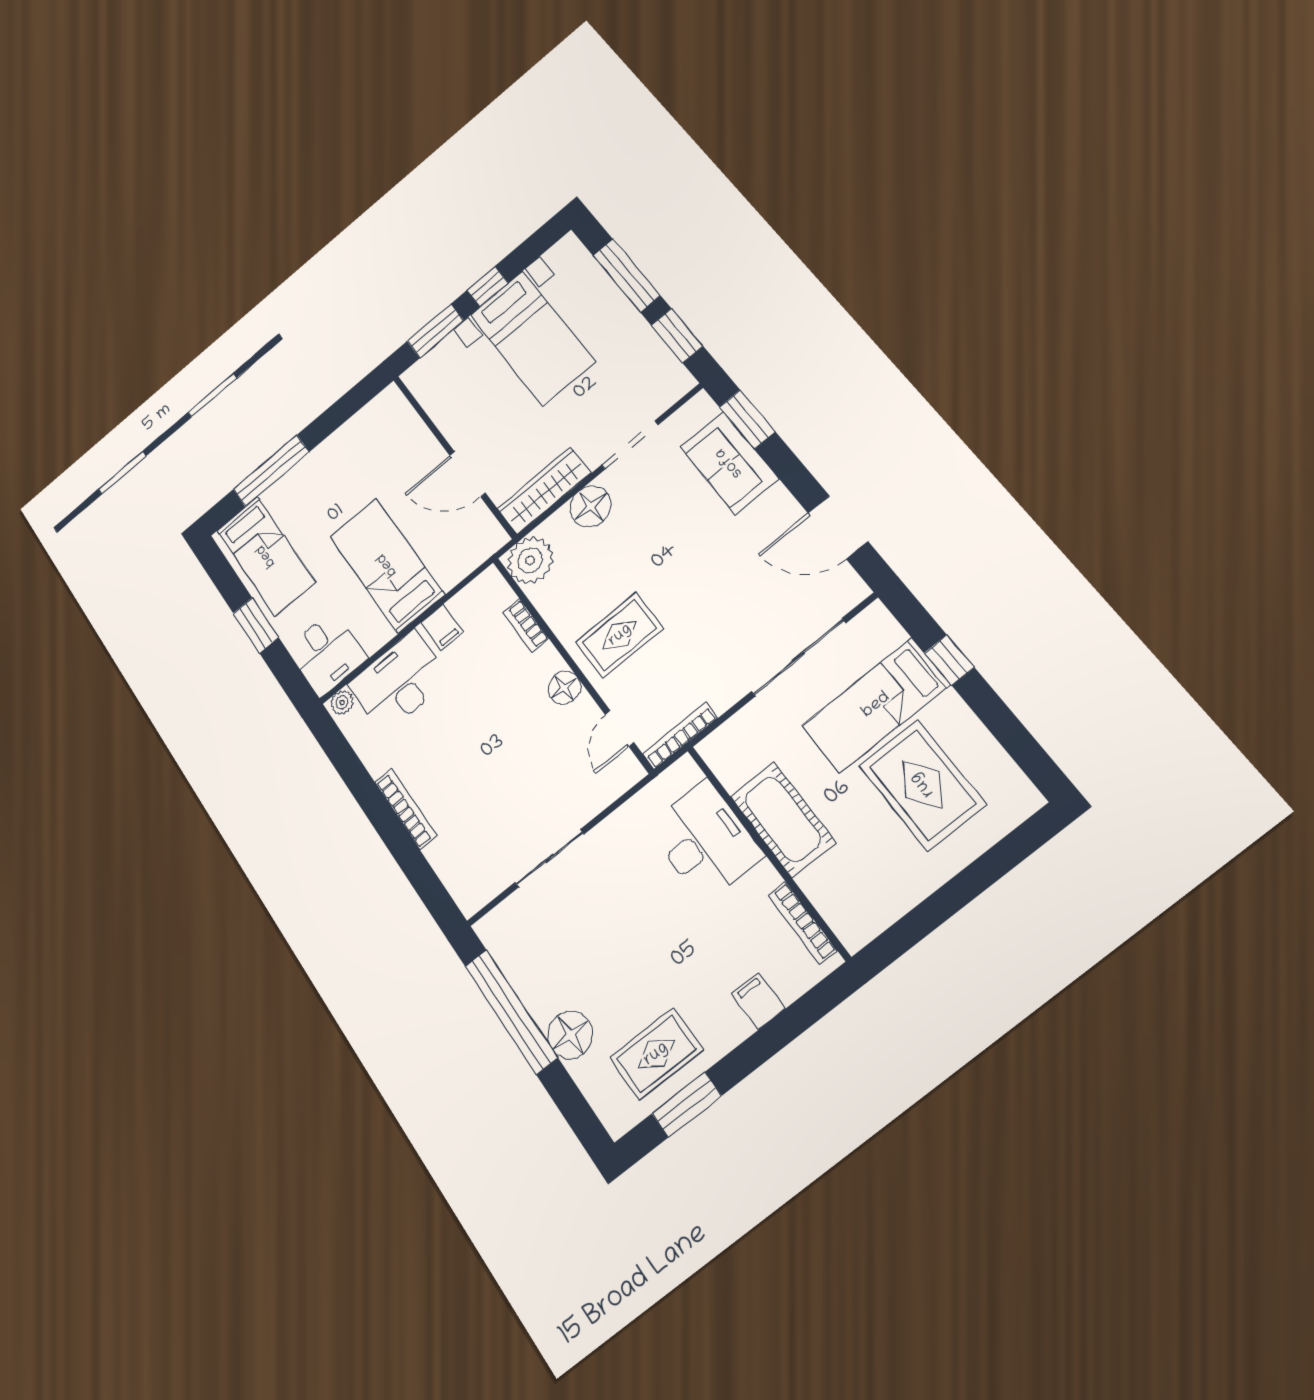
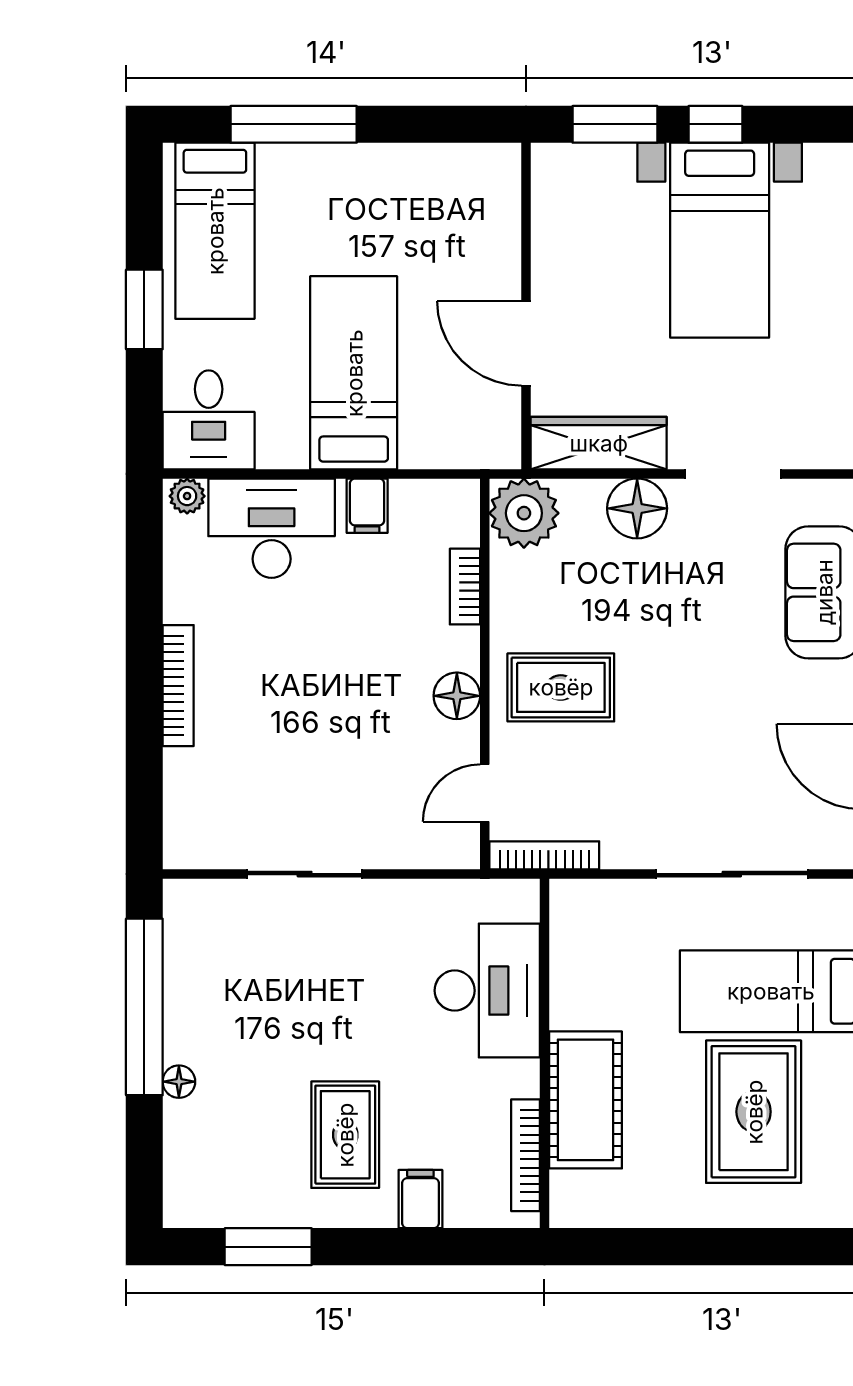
cot: (783, 819) -> (586, 1100), moved
floor lamp: (570, 1035) -> (179, 1082), width x0.53, depth x0.53
rug: (656, 1054) -> (345, 1135), moved, turned 90

